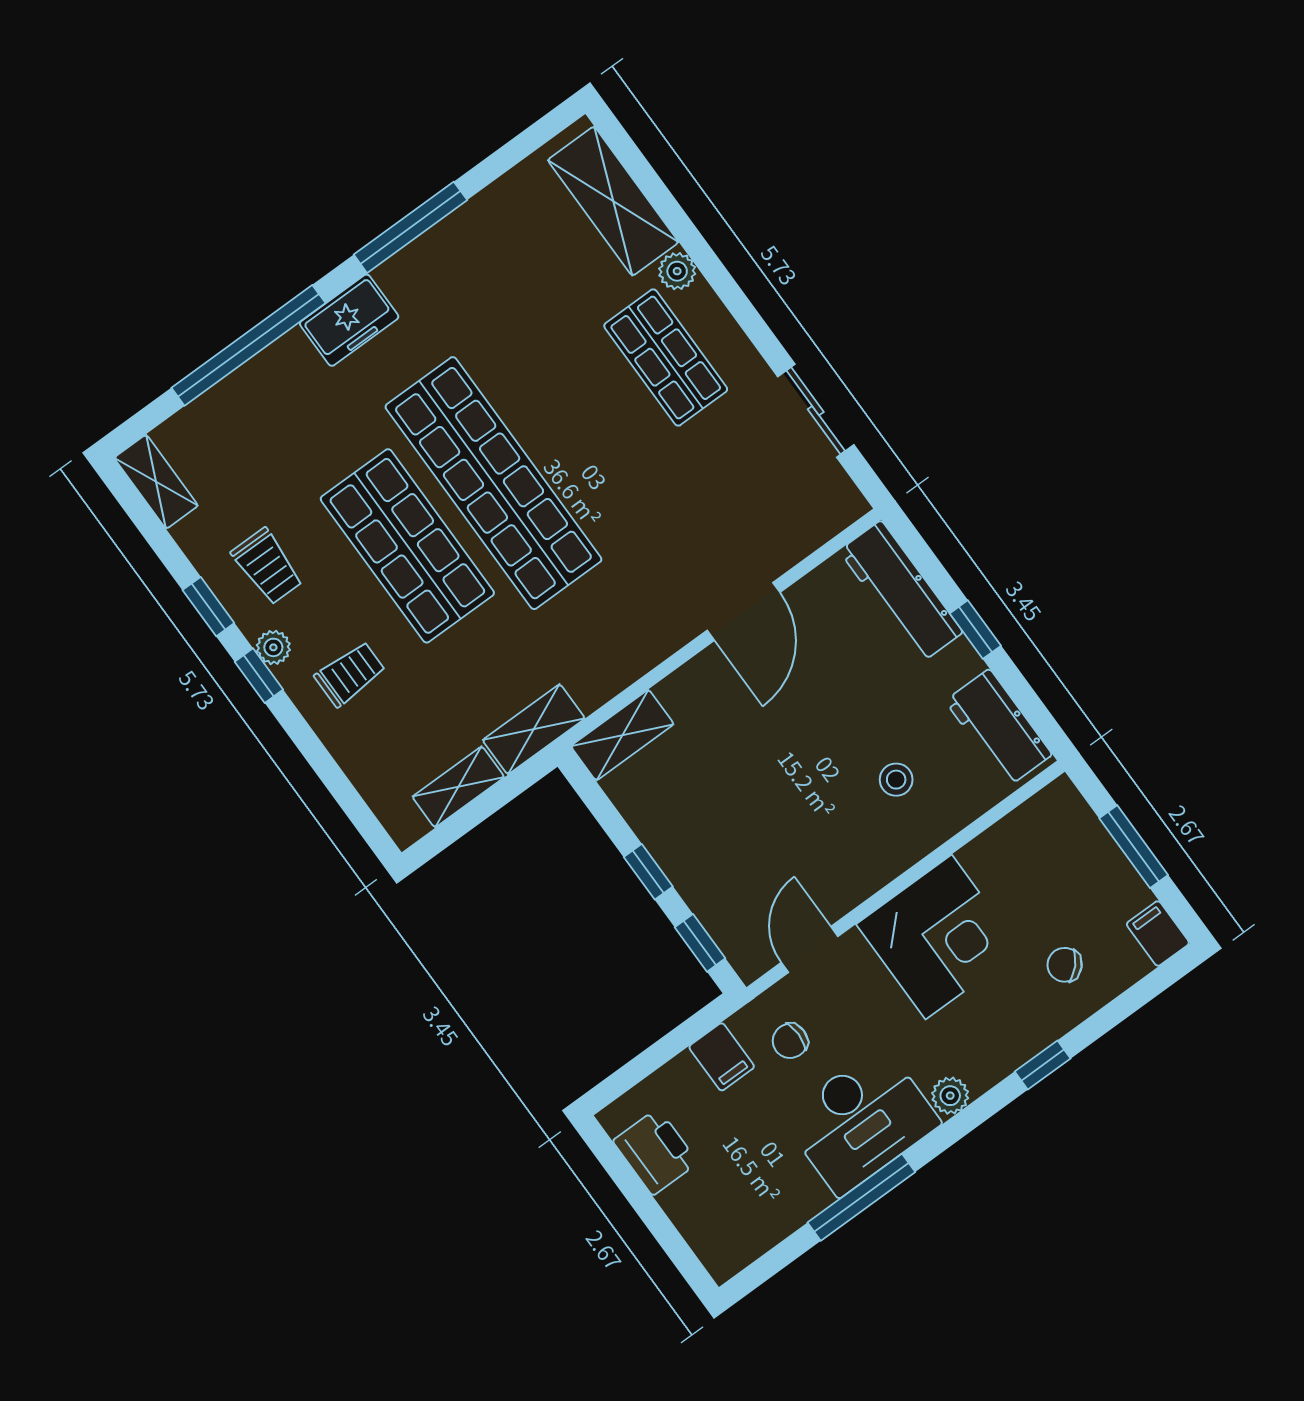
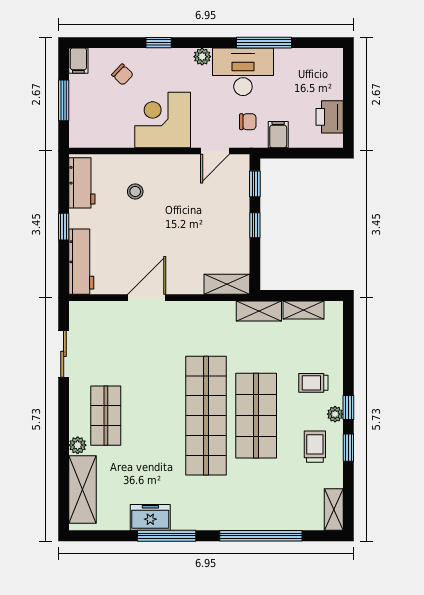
freezer: (349, 320) -> (150, 517), moved

